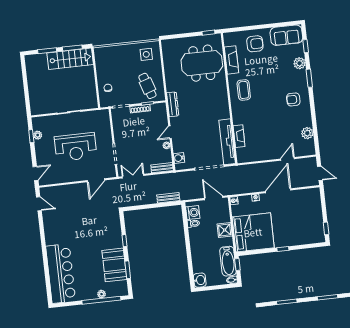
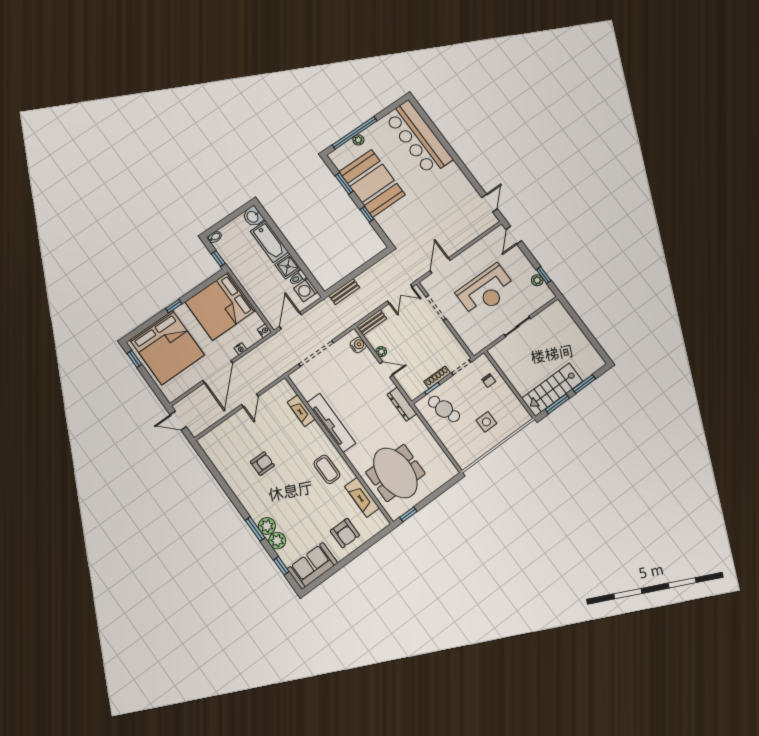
armchair: (255, 44) -> (345, 533), turned -90
side table: (146, 54) -> (486, 422), moved
meeting table: (202, 63) -> (395, 473), turned 90
armchair: (293, 99) -> (262, 464), moved
door: (170, 132) -> (386, 369), hinge flipped
plant: (307, 133) -> (267, 526), moved
tv unit: (227, 142) -> (331, 423), moved
reception desk: (75, 147) -> (486, 291), turned 180
door: (288, 159) -> (250, 400), moved
door: (214, 198) -> (290, 321), swing flipped
door: (39, 204) -> (490, 203), swing flipped
bed: (302, 224) -> (167, 348), added
shower: (225, 230) -> (288, 266), moved
bathtub: (228, 261) -> (269, 242), moved, turned 180
booth: (114, 265) -> (372, 183), width x1.36, depth x1.42

